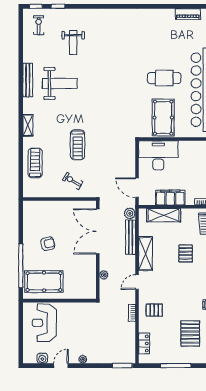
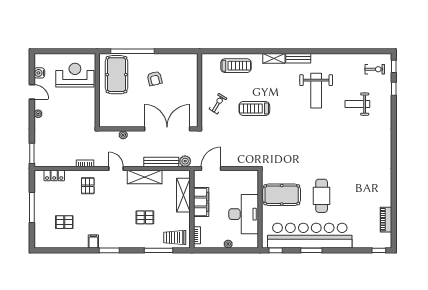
bench: (28, 80) -> (298, 58), moved, width x0.73
desk: (158, 155) -> (244, 214), moved
pallet: (190, 333) -> (64, 222), width x0.67, depth x0.71

